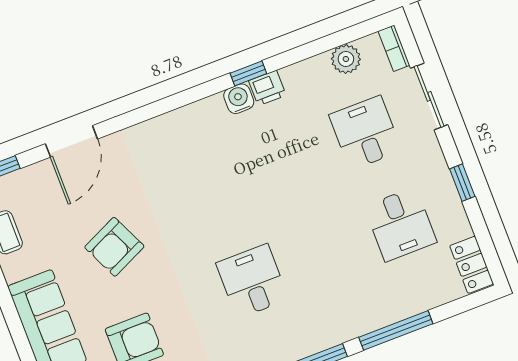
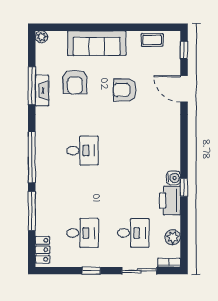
printer: (267, 88) -> (170, 201), width x1.87, depth x1.48
desk: (400, 224) -> (82, 233), turned 180
armchair: (114, 247) -> (125, 90), turned -65
locker: (472, 265) -> (43, 250), moved, turned 90

